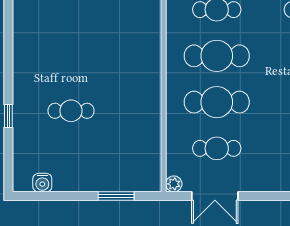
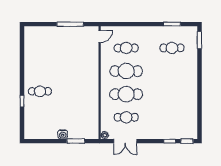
cafe table: (71, 111) -> (40, 91), moved
water cooler: (42, 183) -> (63, 134), moved

